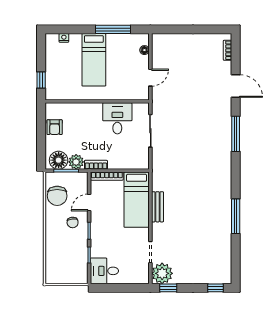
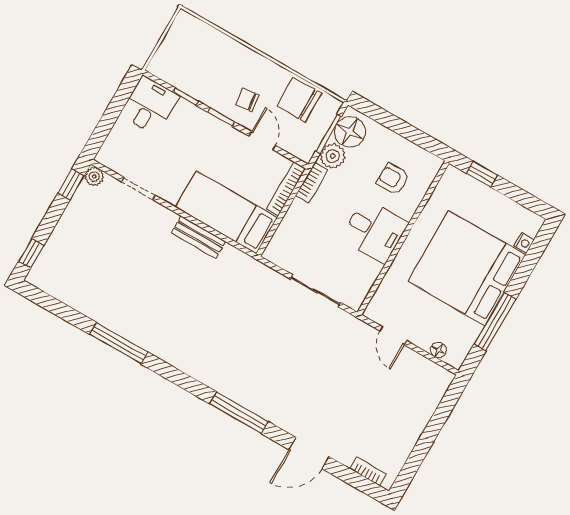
bed: (94, 60) -> (467, 268), width x2.04
desk: (117, 118) -> (374, 231), moved
armchair: (55, 127) -> (393, 179), moved
plant: (162, 273) -> (94, 176), width x0.53, depth x0.53

